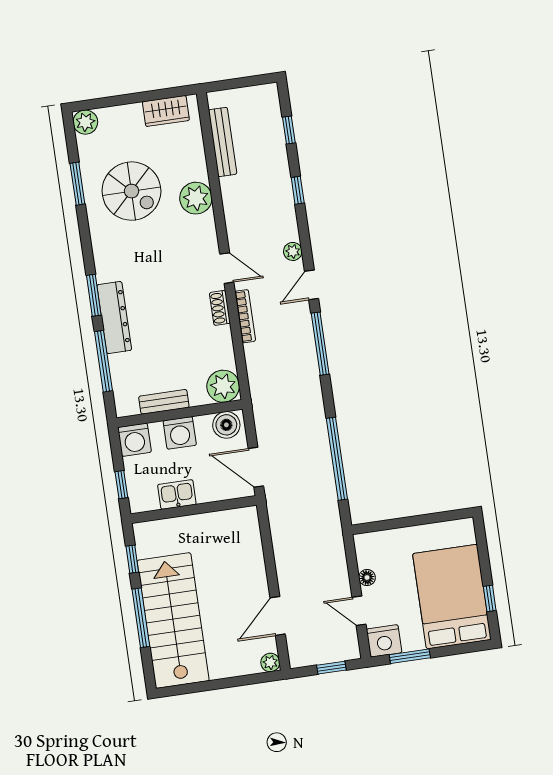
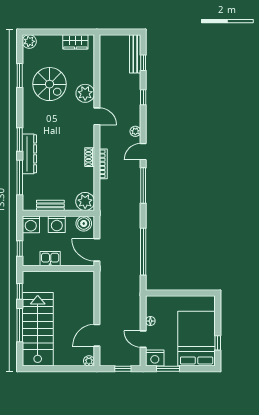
bench: (223, 142) -> (135, 54), moved
door: (227, 268) -> (97, 116), moved

